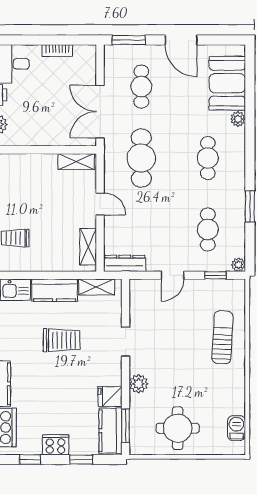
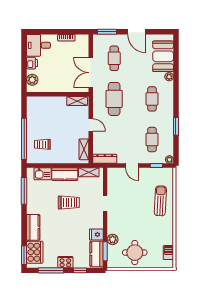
door: (173, 275) -> (132, 166), hinge flipped
plant: (139, 384) -> (113, 239), moved
window: (30, 460) -> (51, 270), width x2.17

